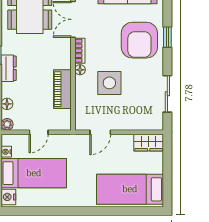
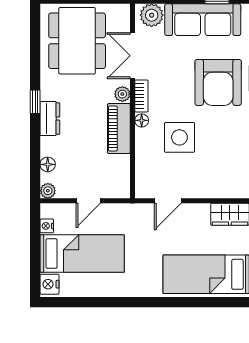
plant: (65, 49) -> (122, 94), added
piano: (62, 89) -> (119, 128), moved

